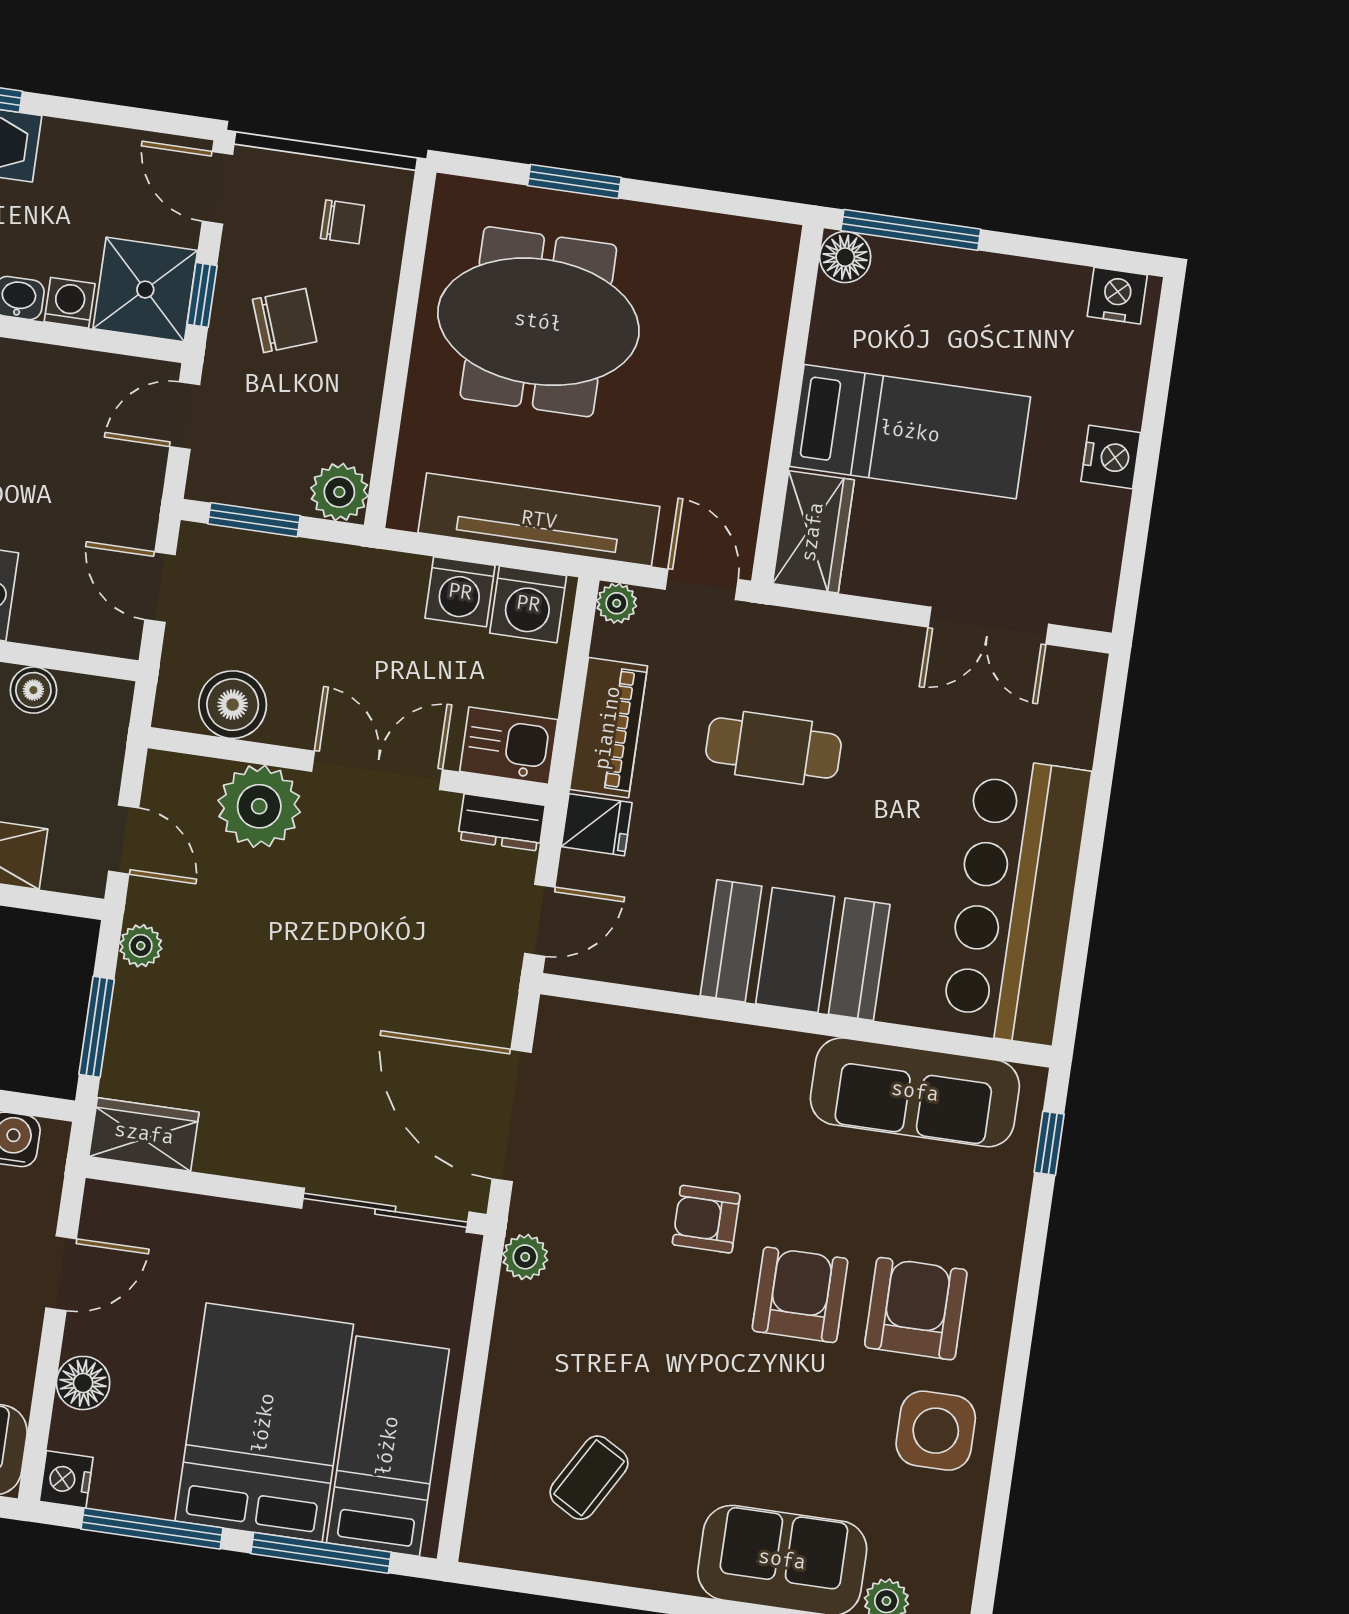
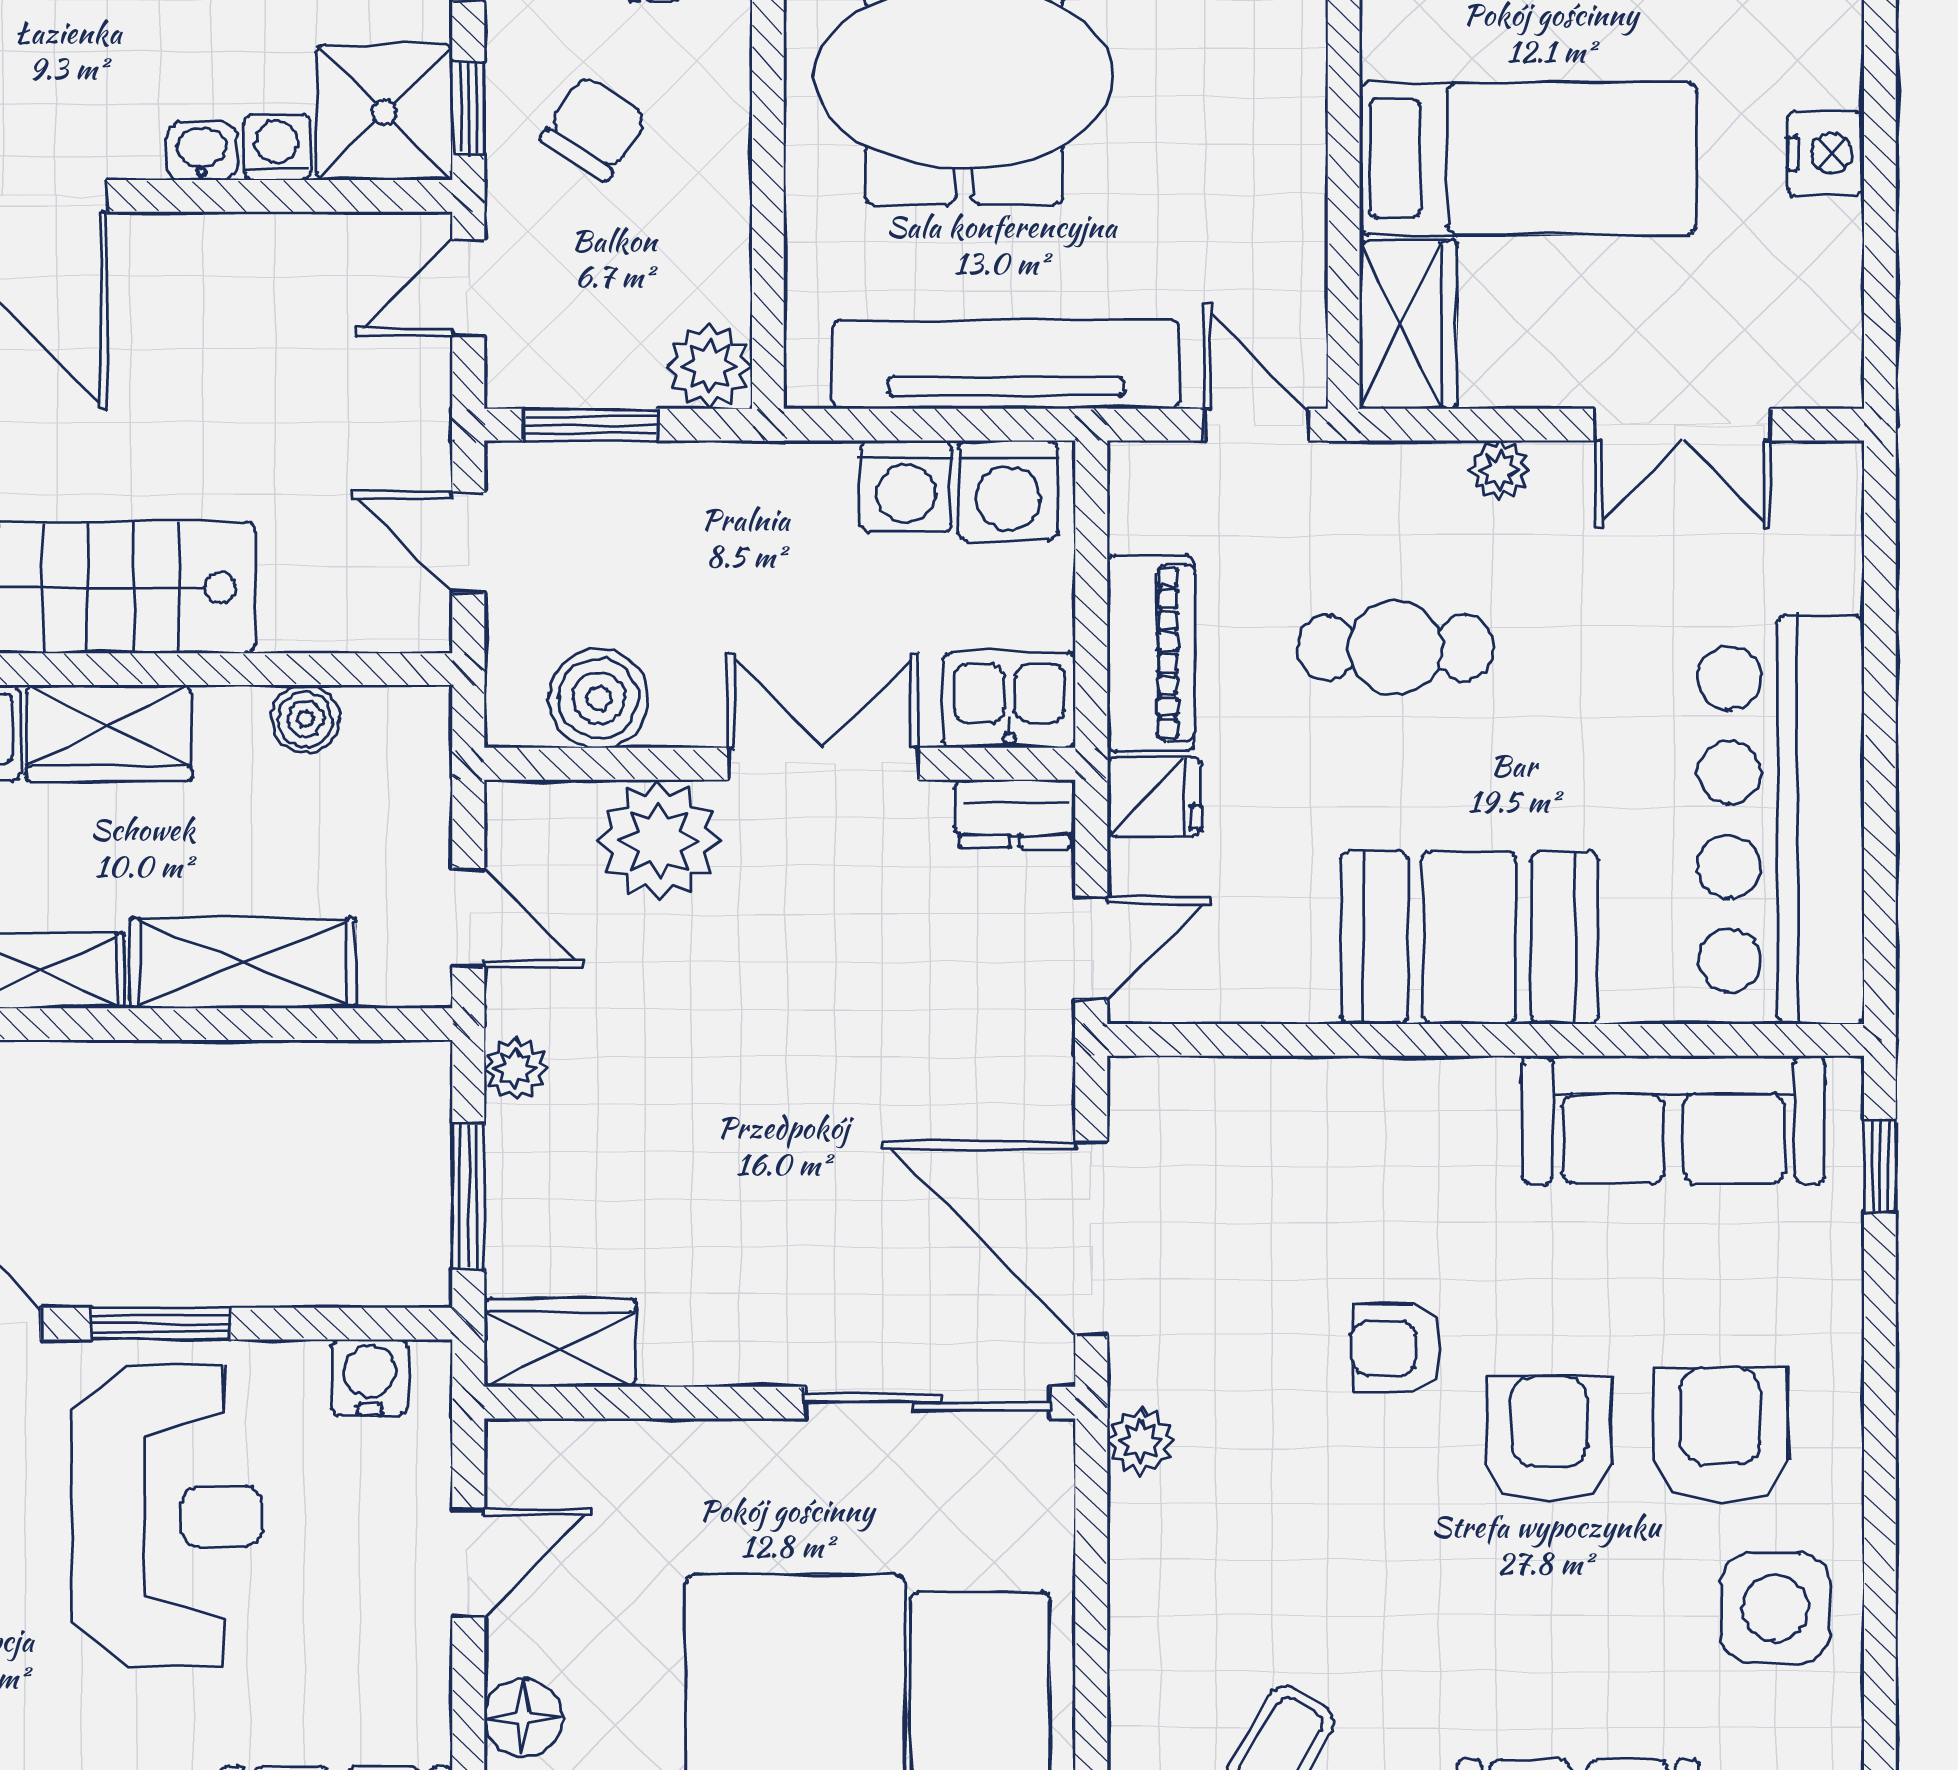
chair: (285, 321) -> (594, 128), turned -37
plant: (617, 603) -> (1499, 470), moved

